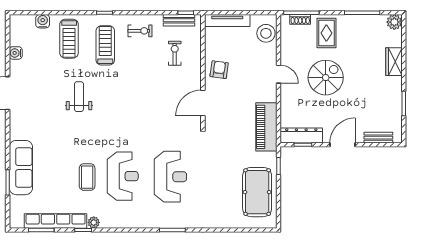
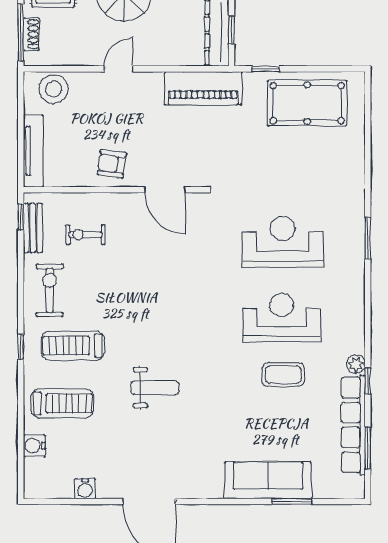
exercise bike: (140, 31) -> (50, 290), width x1.38, depth x1.39
weight bench: (79, 97) -> (155, 388), turned 180

